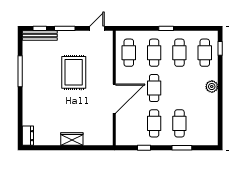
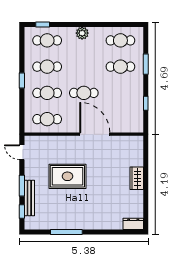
bench: (40, 36) -> (29, 198), moved
cafe table: (154, 123) -> (120, 40), moved

